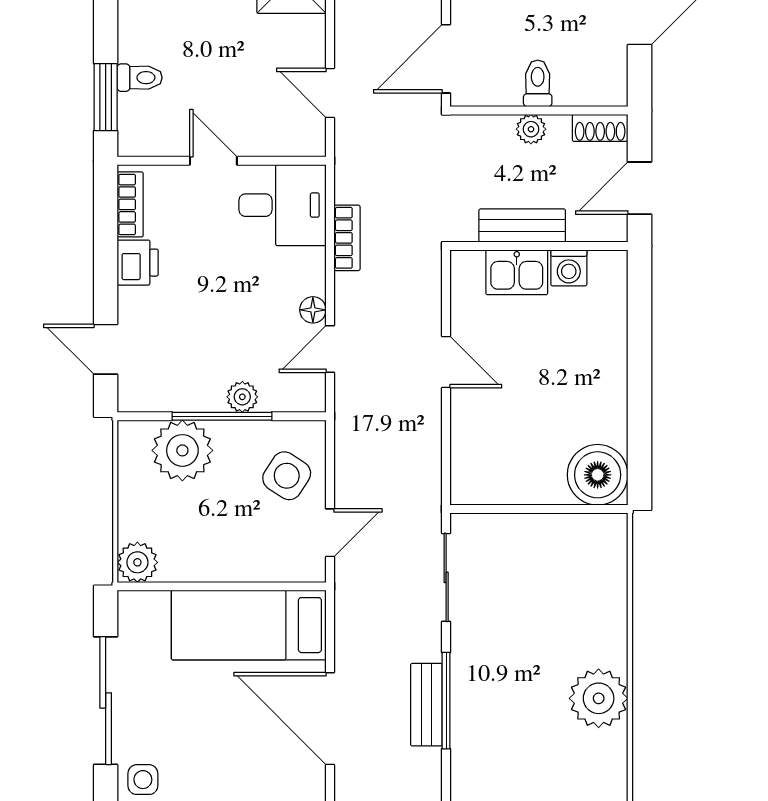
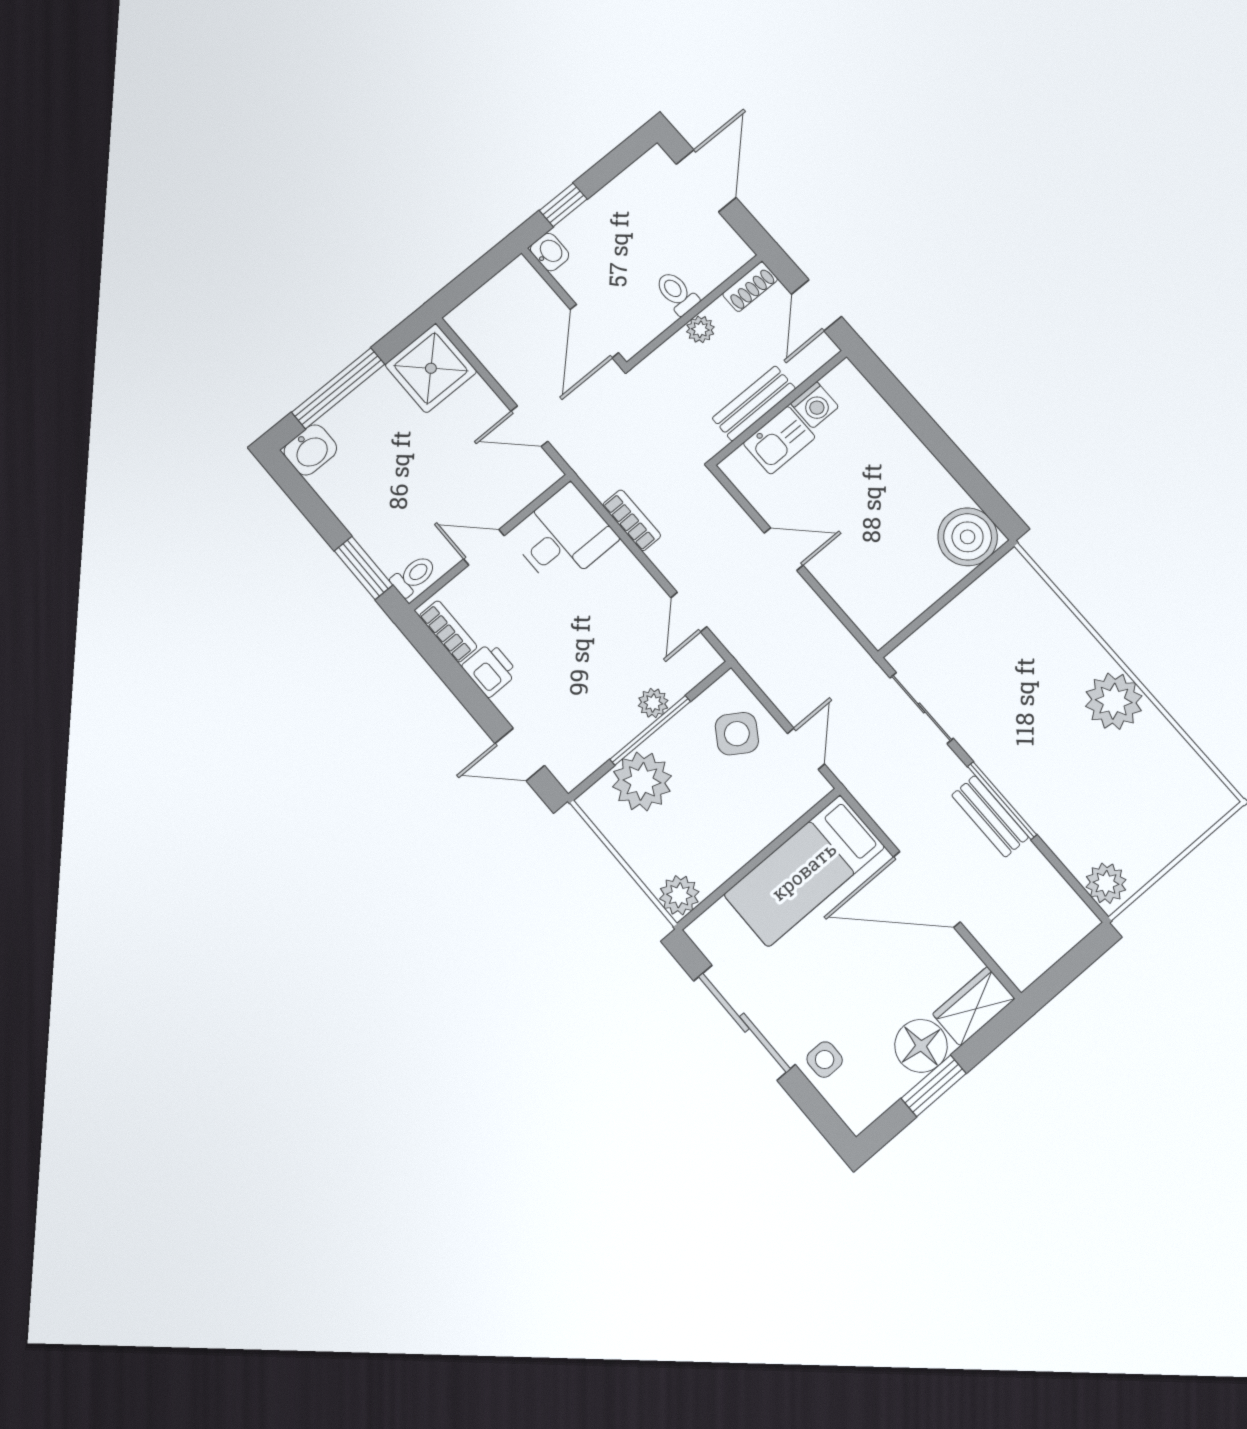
toilet: (140, 78) -> (414, 576), moved
floor lamp: (313, 310) -> (651, 594), removed

